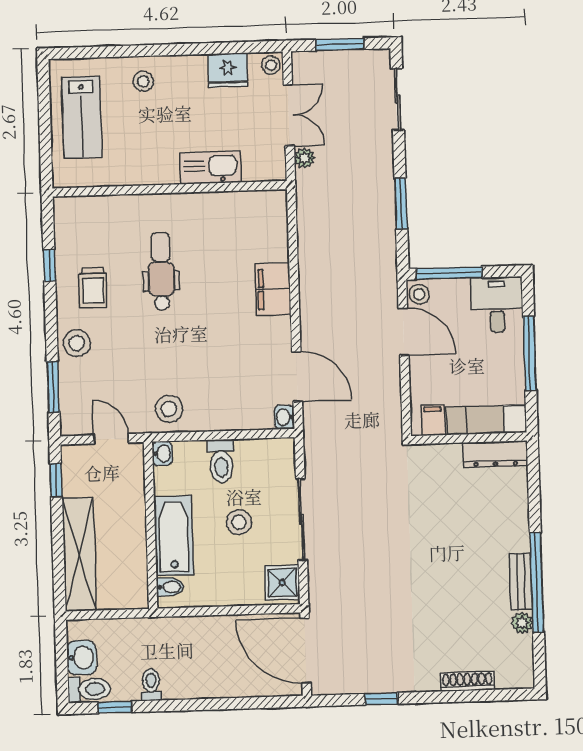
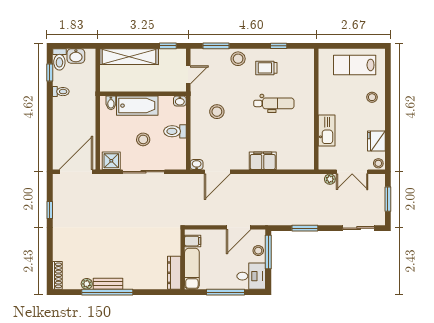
stool: (419, 294) -> (258, 251), moved
stool: (169, 409) -> (217, 112), moved
shoe rack: (467, 681) -> (57, 275), moved

